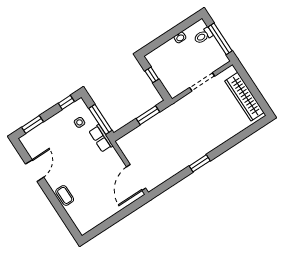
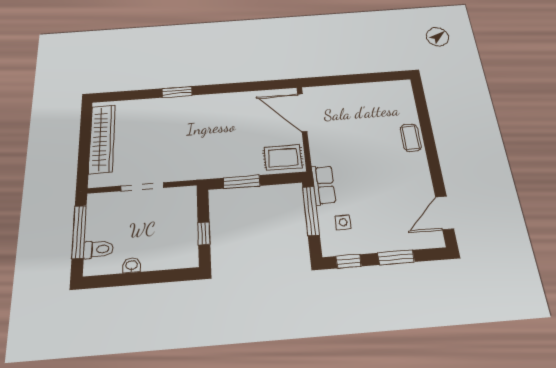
window: (33, 125) -> (396, 257), moved
rug: (132, 143) -> (283, 158), added
window: (200, 163) -> (177, 92), moved
door: (35, 171) -> (445, 213), moved
door: (136, 178) -> (302, 113), swing flipped

